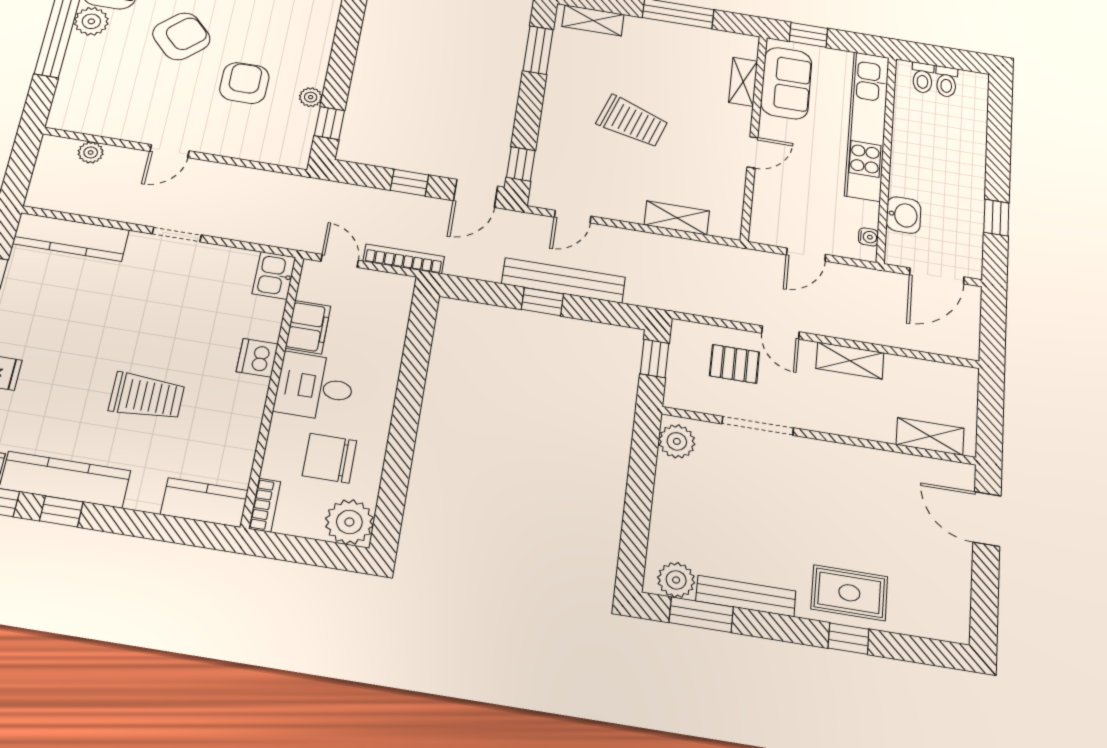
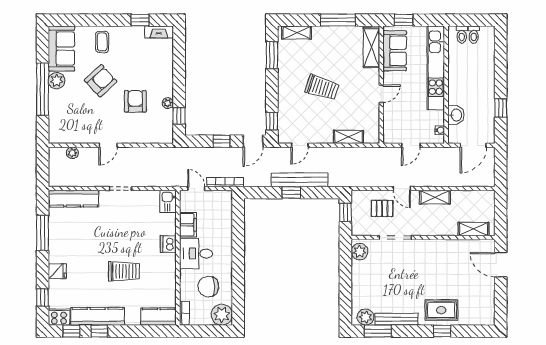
shelving: (743, 82) -> (371, 47), width x1.50, depth x1.33

